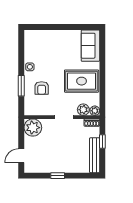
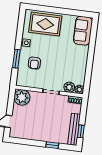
rug: (82, 81) -> (45, 24), moved
window: (102, 142) -> (81, 131), moved
window: (58, 176) -> (52, 145), moved

